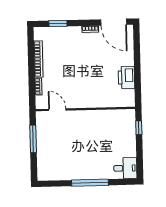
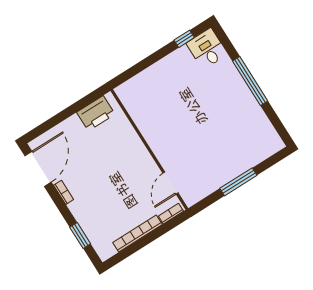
wall: (85, 109) -> (149, 150), moved
door: (57, 110) -> (170, 183), moved
window: (139, 128) -> (184, 39), moved

